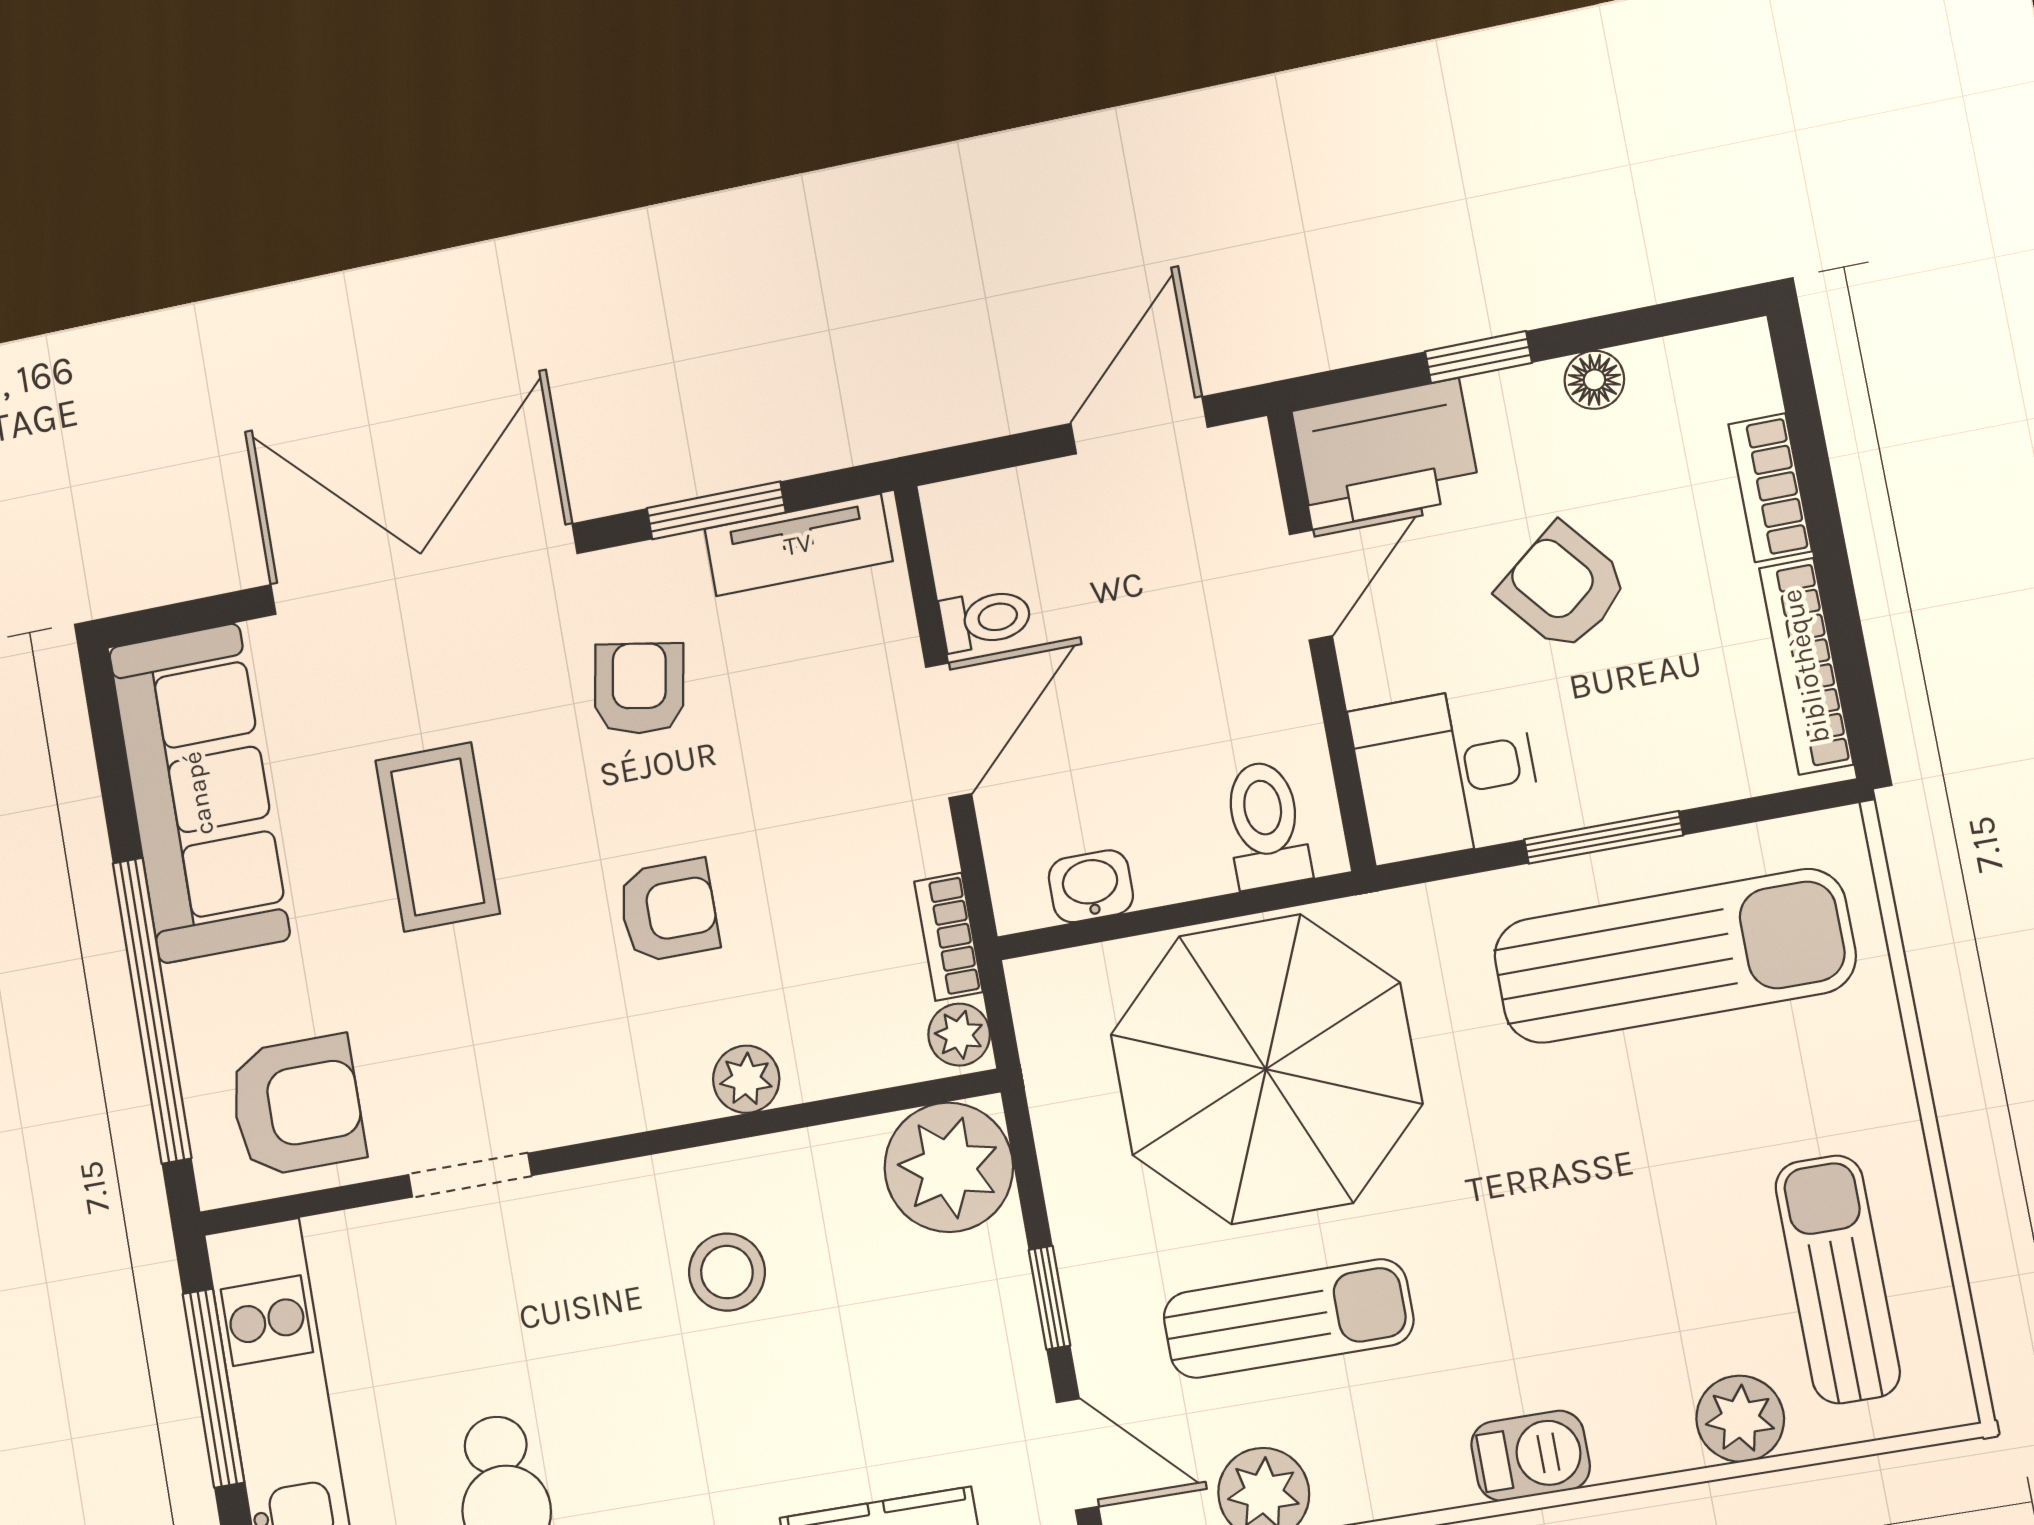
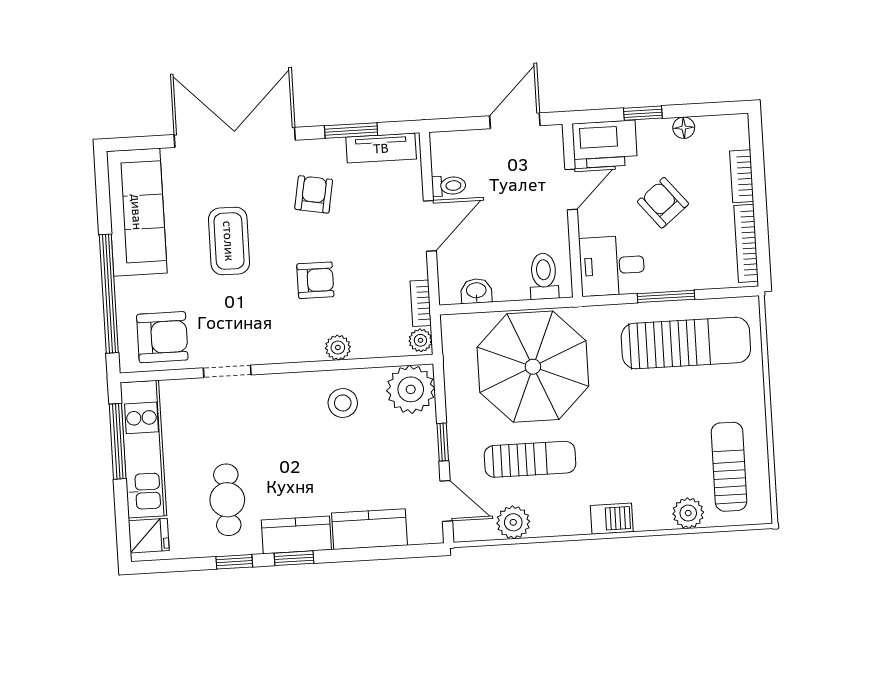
stool: (727, 1272) -> (343, 403), moved

